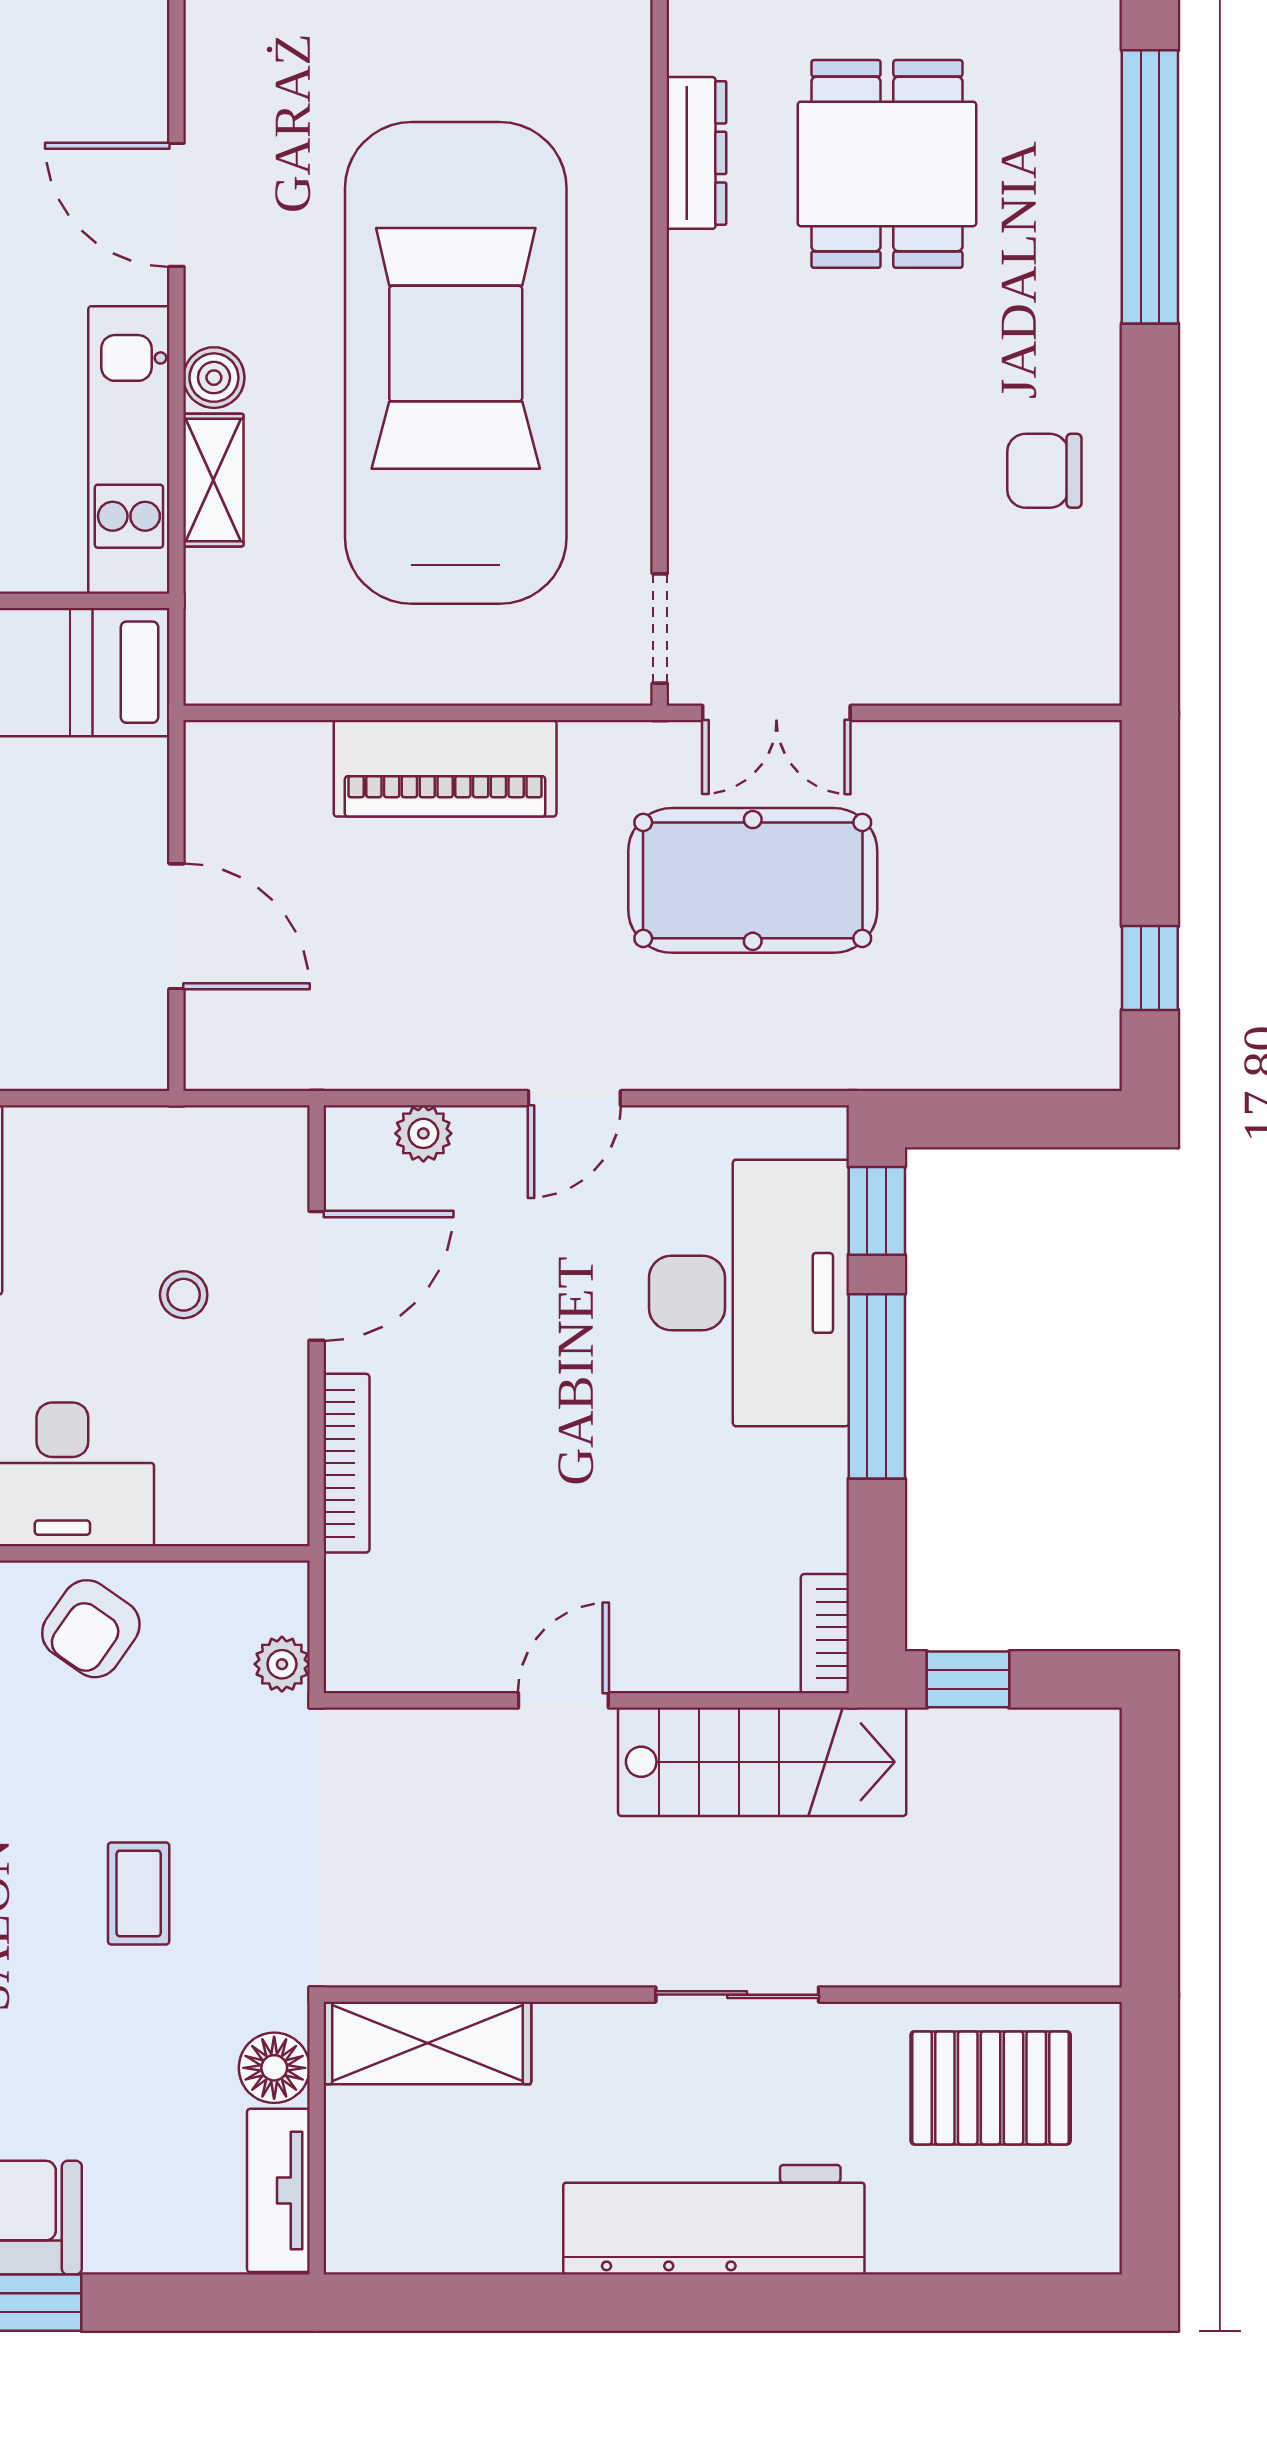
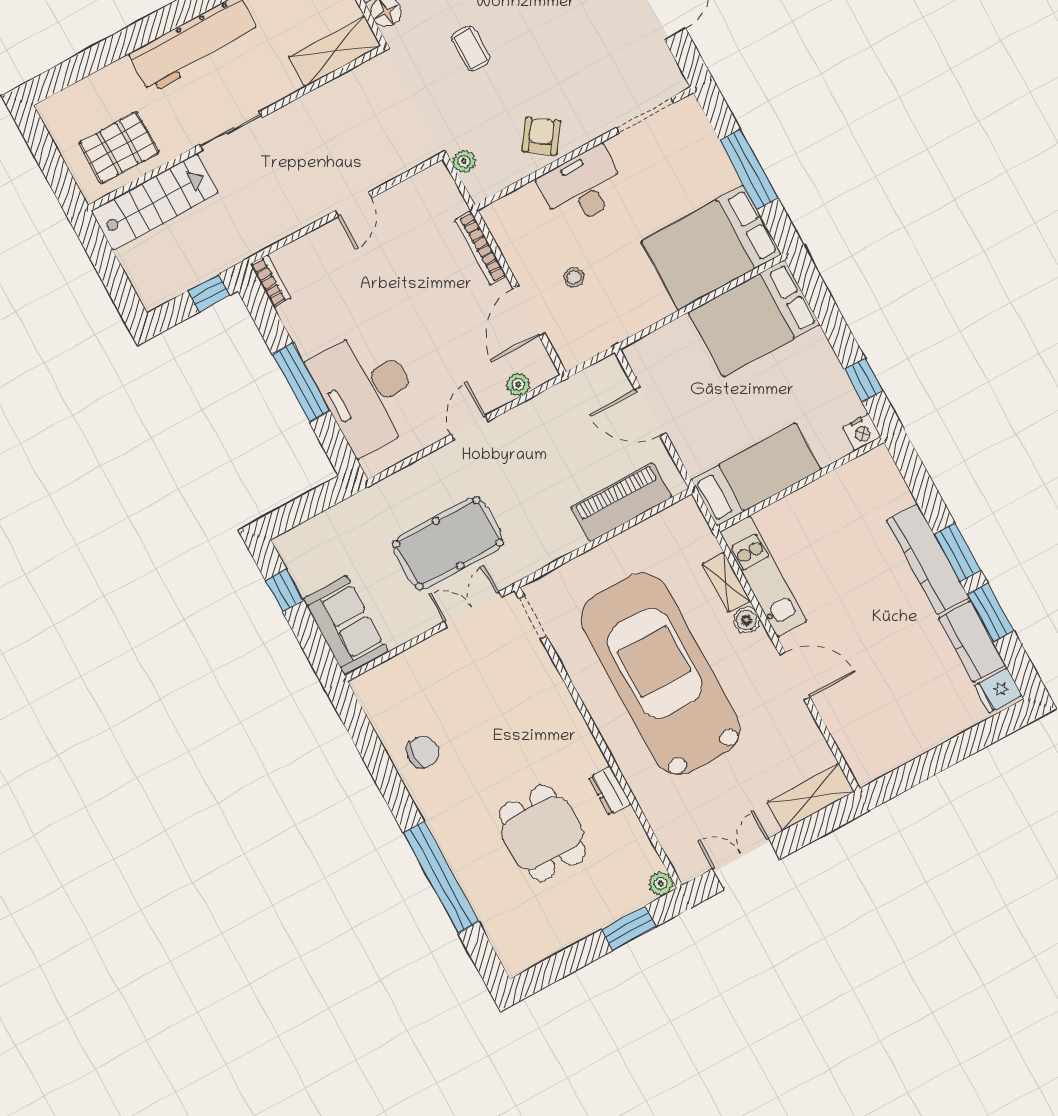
dresser: (696, 153) -> (610, 791), width x0.70
car: (456, 363) -> (661, 674), turned 180
piano: (445, 768) -> (621, 502), moved
sofa: (1062, 826) -> (345, 625), added
window: (877, 1211) -> (336, 447), removed
stairs: (762, 1762) -> (155, 202), moved, turned 180

